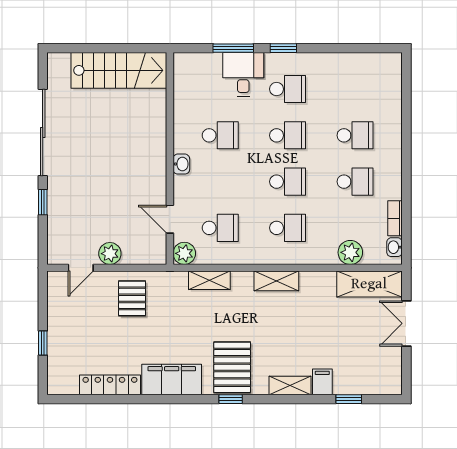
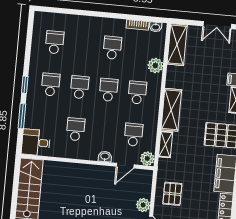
desk: (243, 74) -> (36, 142), moved
school desk: (355, 135) -> (55, 42), moved
washbasin: (181, 164) -> (105, 156), moved
plant: (350, 252) -> (155, 66), moved
shelving: (276, 281) -> (171, 110), width x1.50, depth x1.33
pallet: (132, 298) -> (172, 194), turned 90
double door: (406, 323) -> (217, 25), moved

